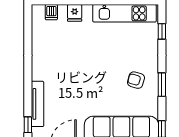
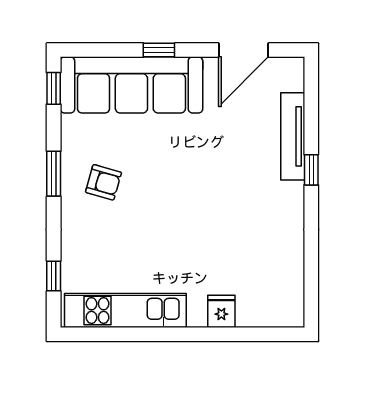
dishwasher: (51, 12) -> (266, 313), removed
window: (28, 125) -> (311, 170), moved

